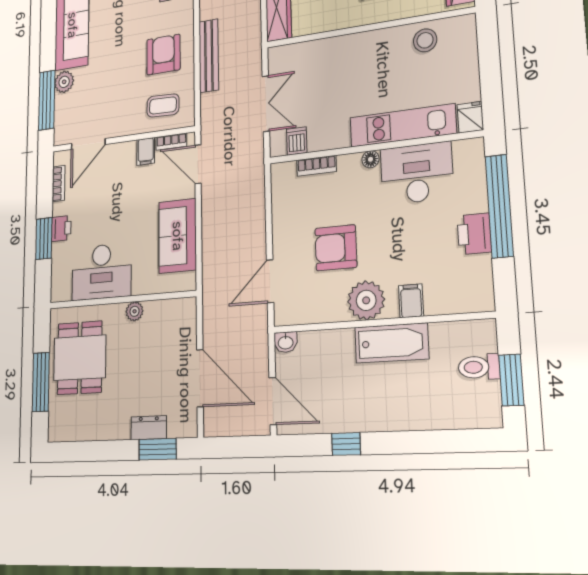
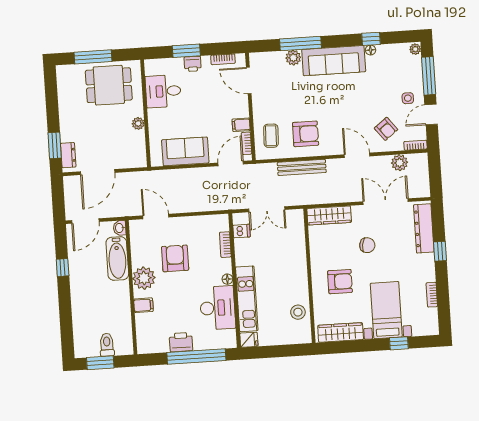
window: (47, 100) -> (301, 43), moved
desk: (101, 272) -> (163, 91), width x0.73
bathtub: (392, 343) -> (117, 258), moved
dresser: (149, 428) -> (68, 155), moved

